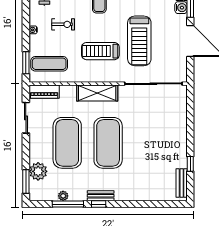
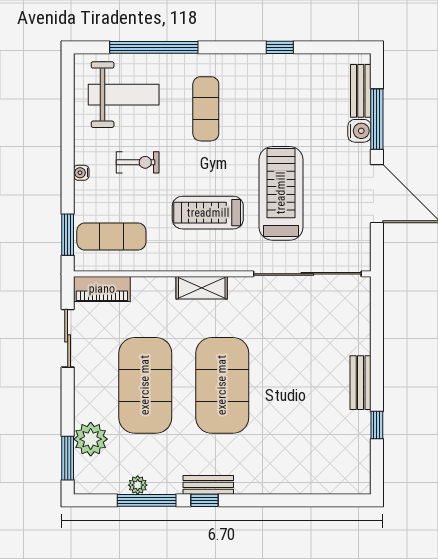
treadmill: (139, 41) -> (281, 193), turned 180
shelving: (97, 93) -> (202, 288), width x0.67, depth x0.75
bench: (182, 183) -> (361, 383), moved

